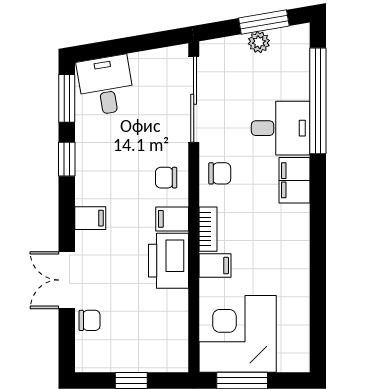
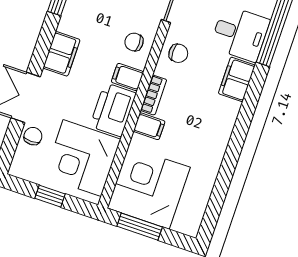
filing cabinet: (90, 218) -> (62, 54), width x2.00
chair: (90, 320) -> (33, 136), turned -90
corner desk: (153, 326) -> (82, 158), added

